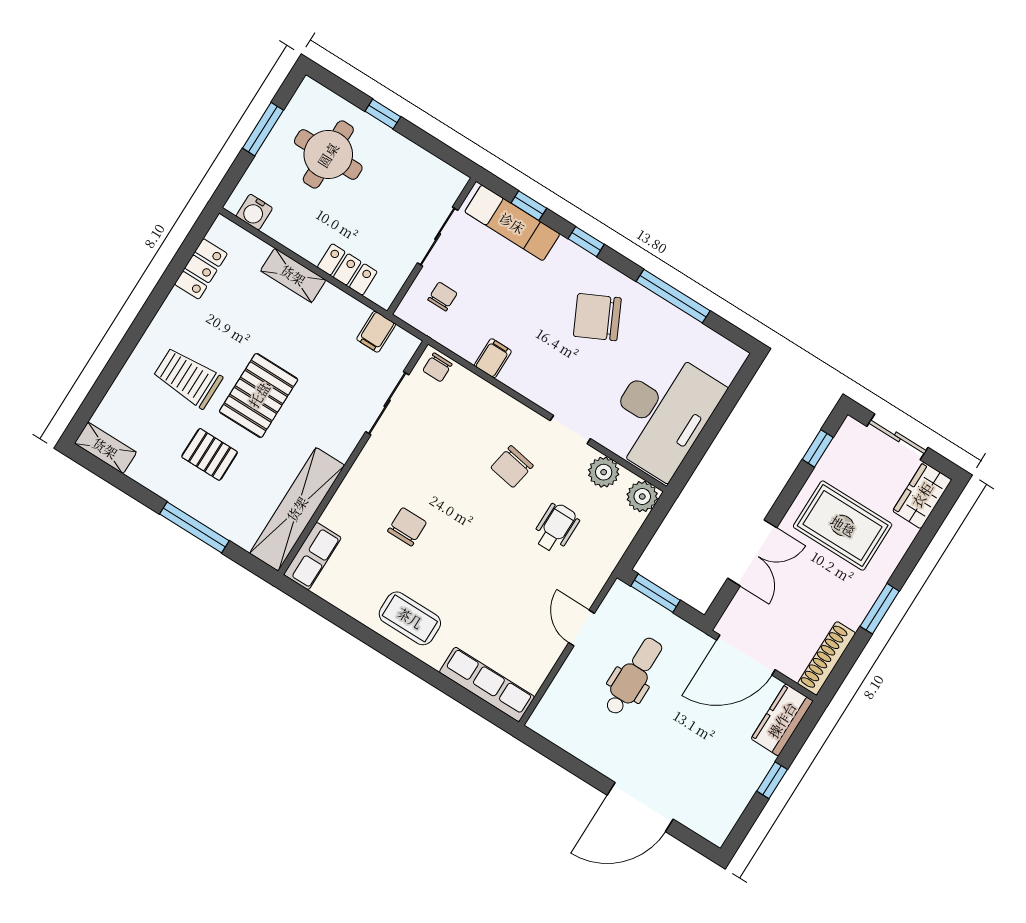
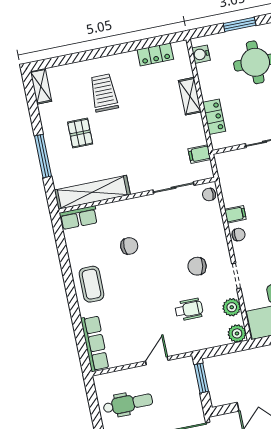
chair: (442, 296) -> (239, 235), moved
pallet: (259, 395) -> (125, 130), removed
dental chair: (633, 676) -> (128, 404), moved

